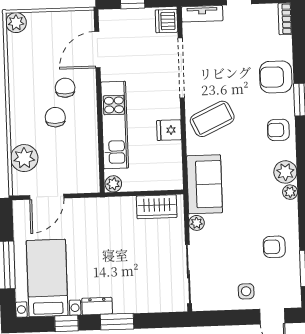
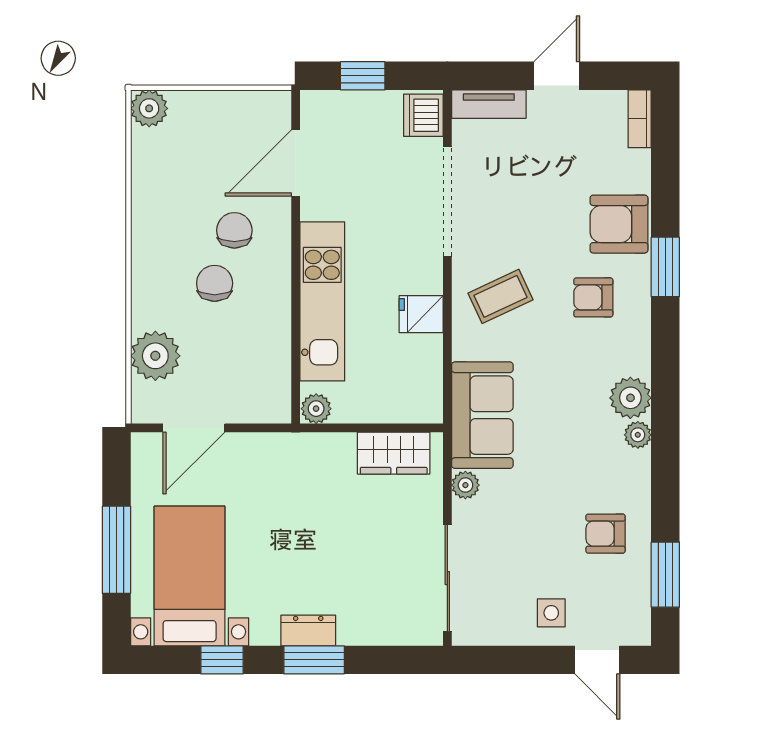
coffee table: (212, 119) -> (500, 296), width x0.73, depth x0.77
armchair: (278, 130) -> (593, 297), moved
dresser: (97, 306) -> (308, 630), moved

